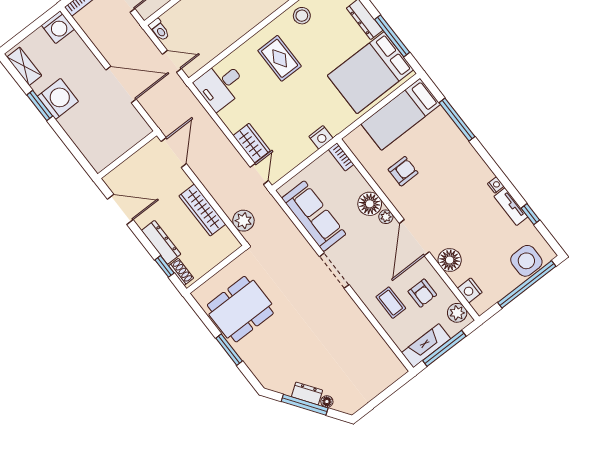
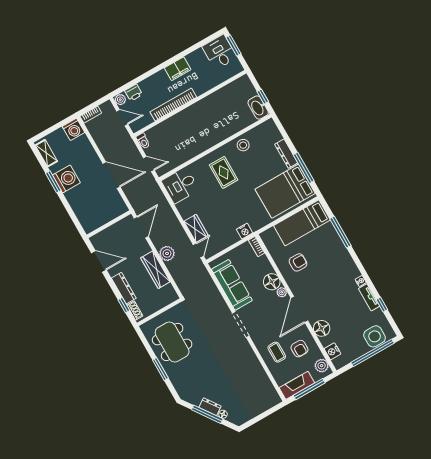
plant: (243, 221) -> (167, 253), moved
dining table: (240, 309) -> (172, 342), turned 90

